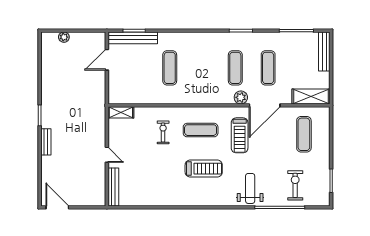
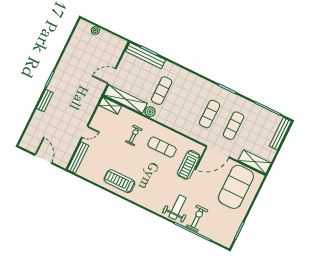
door: (107, 60) -> (112, 76), moved
shelving: (134, 97) -> (126, 99), added
plant: (241, 97) -> (150, 112), moved
exercise mat: (304, 134) -> (236, 187), width x2.00, depth x1.45
door: (107, 155) -> (85, 132), hinge flipped
treadmill: (204, 169) -> (120, 181), moved, turned 180
exercise bike: (295, 185) -> (197, 218), moved
door: (57, 207) -> (43, 159), moved

